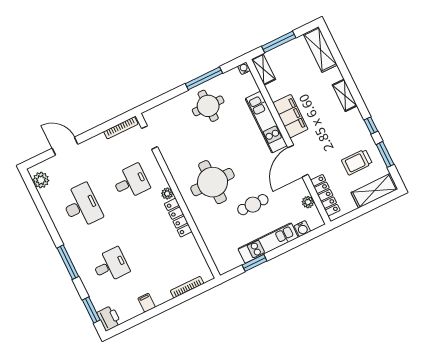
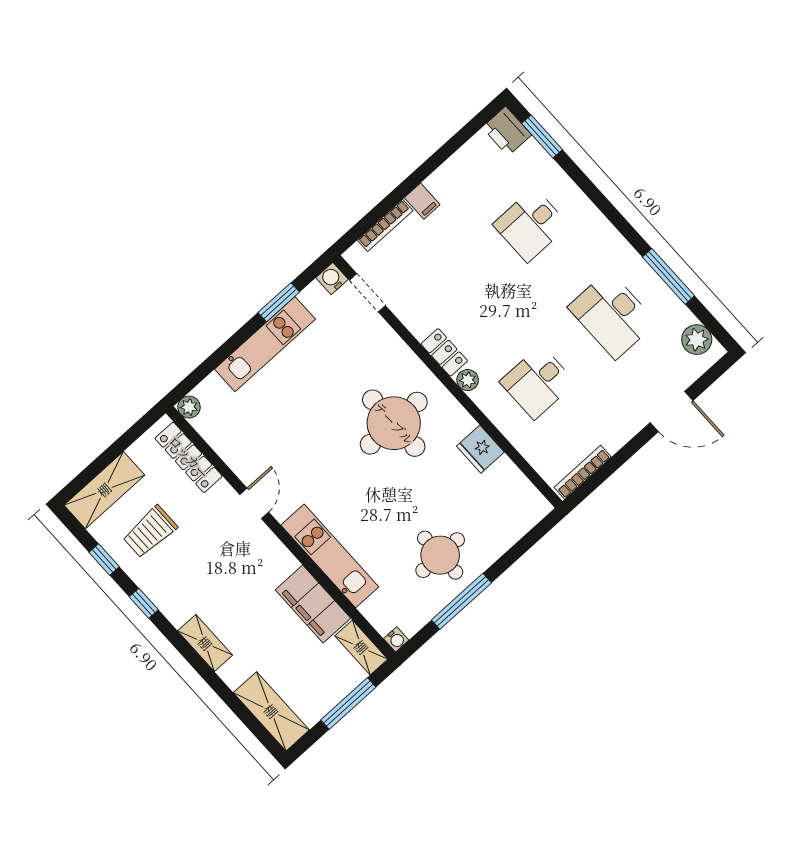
filing cabinet: (290, 116) -> (313, 604), moved
doorway: (149, 138) -> (368, 293), moved
window: (385, 154) -> (104, 559), width x0.67
fridge: (171, 155) -> (480, 449), added
door: (298, 161) -> (254, 503), width x0.53
trolley: (357, 162) -> (150, 532), turned 180
plant: (308, 202) -> (189, 407), moved
cafe table: (253, 205) -> (311, 404), removed
locker: (178, 218) -> (444, 352), width x0.66
water cooler: (302, 229) -> (332, 278), moved
window: (68, 262) -> (668, 276), moved
filing cabinet: (147, 303) -> (422, 201), moved

